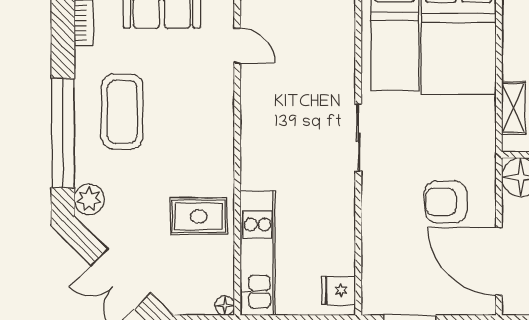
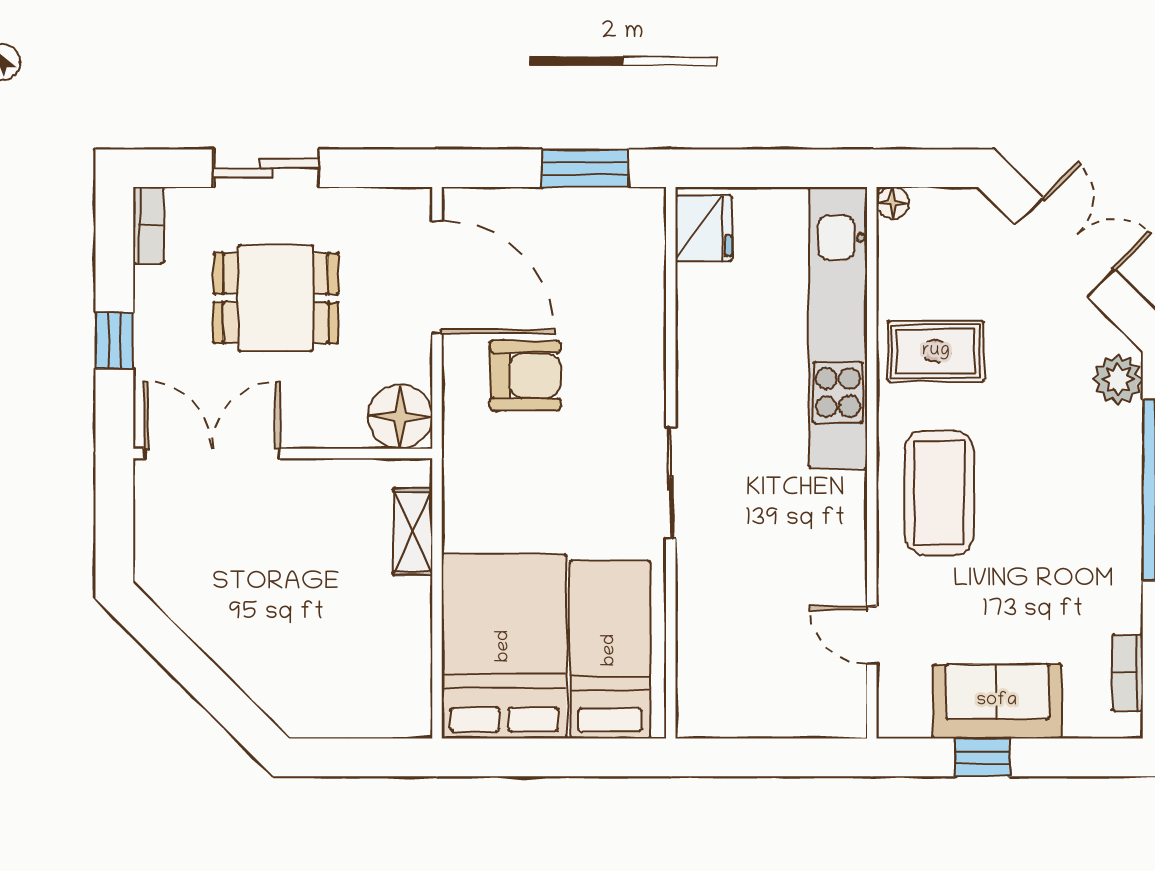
coffee table: (122, 112) -> (939, 493), moved
kitchen unit: (258, 253) -> (838, 328), width x1.36
fridge: (338, 290) -> (704, 228), width x1.38

